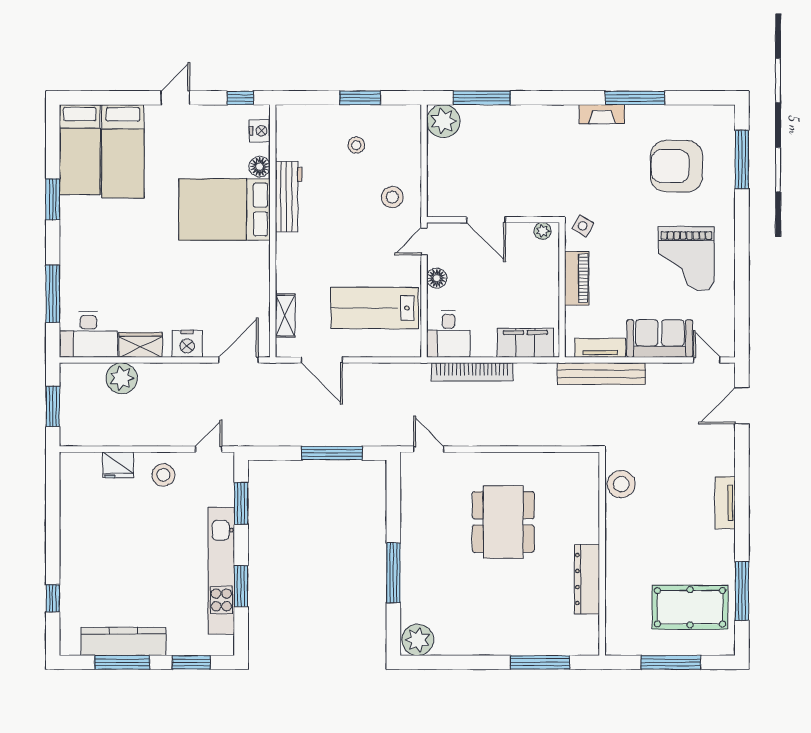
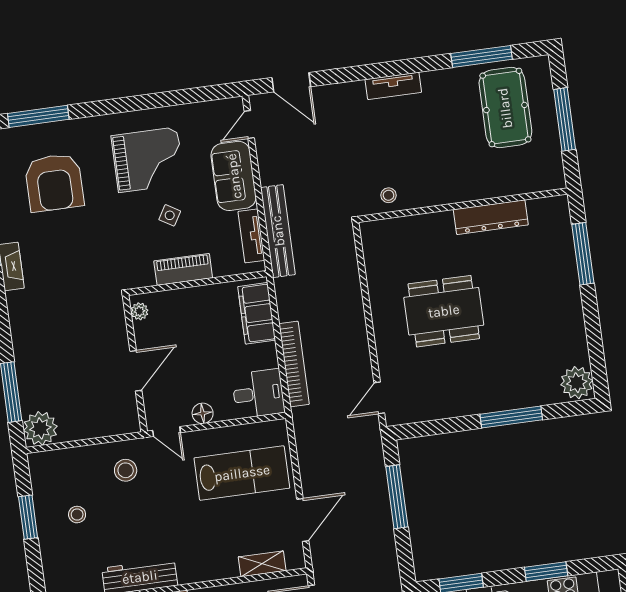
side table: (583, 226) -> (170, 215), moved
lab bench: (375, 308) -> (242, 473), turned -90
stool: (621, 484) -> (388, 195), width x0.53, depth x0.53

